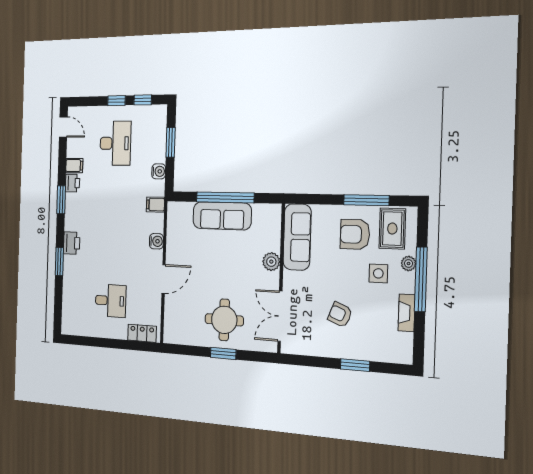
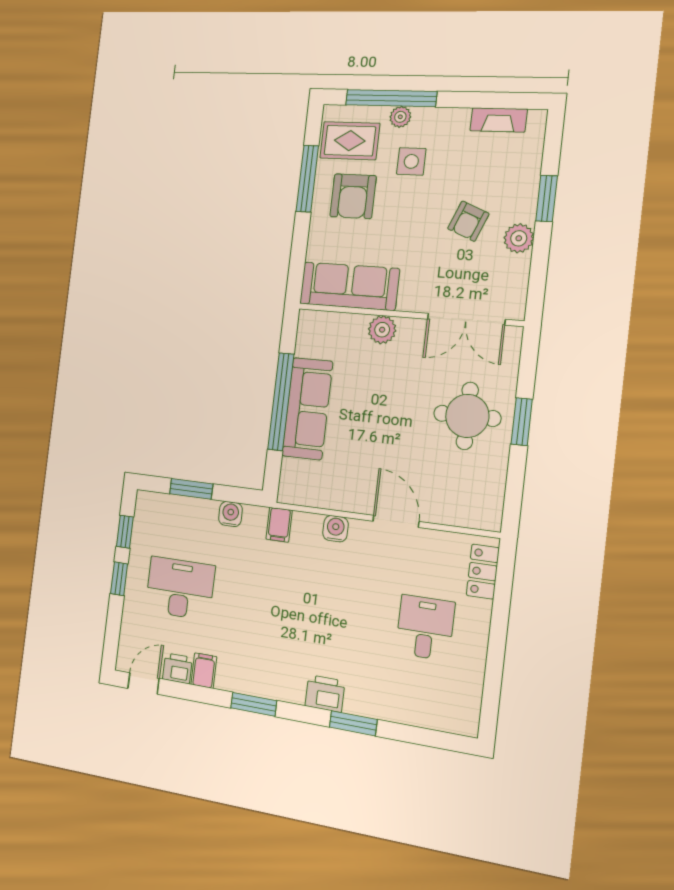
printer: (72, 183) -> (177, 668), moved
window: (421, 279) -> (391, 98), moved
fireplace: (407, 313) -> (499, 120), moved
plant: (330, 348) -> (519, 238), added

